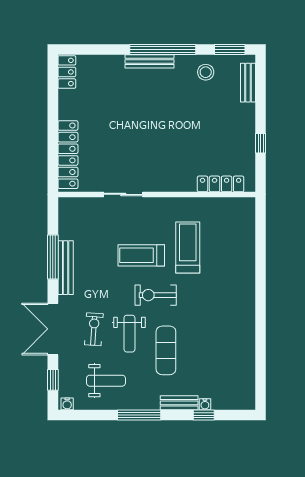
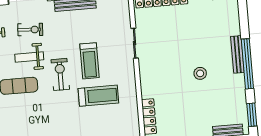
stool: (206, 72) -> (200, 73), moved
treadmill: (141, 255) -> (90, 61), turned 180

